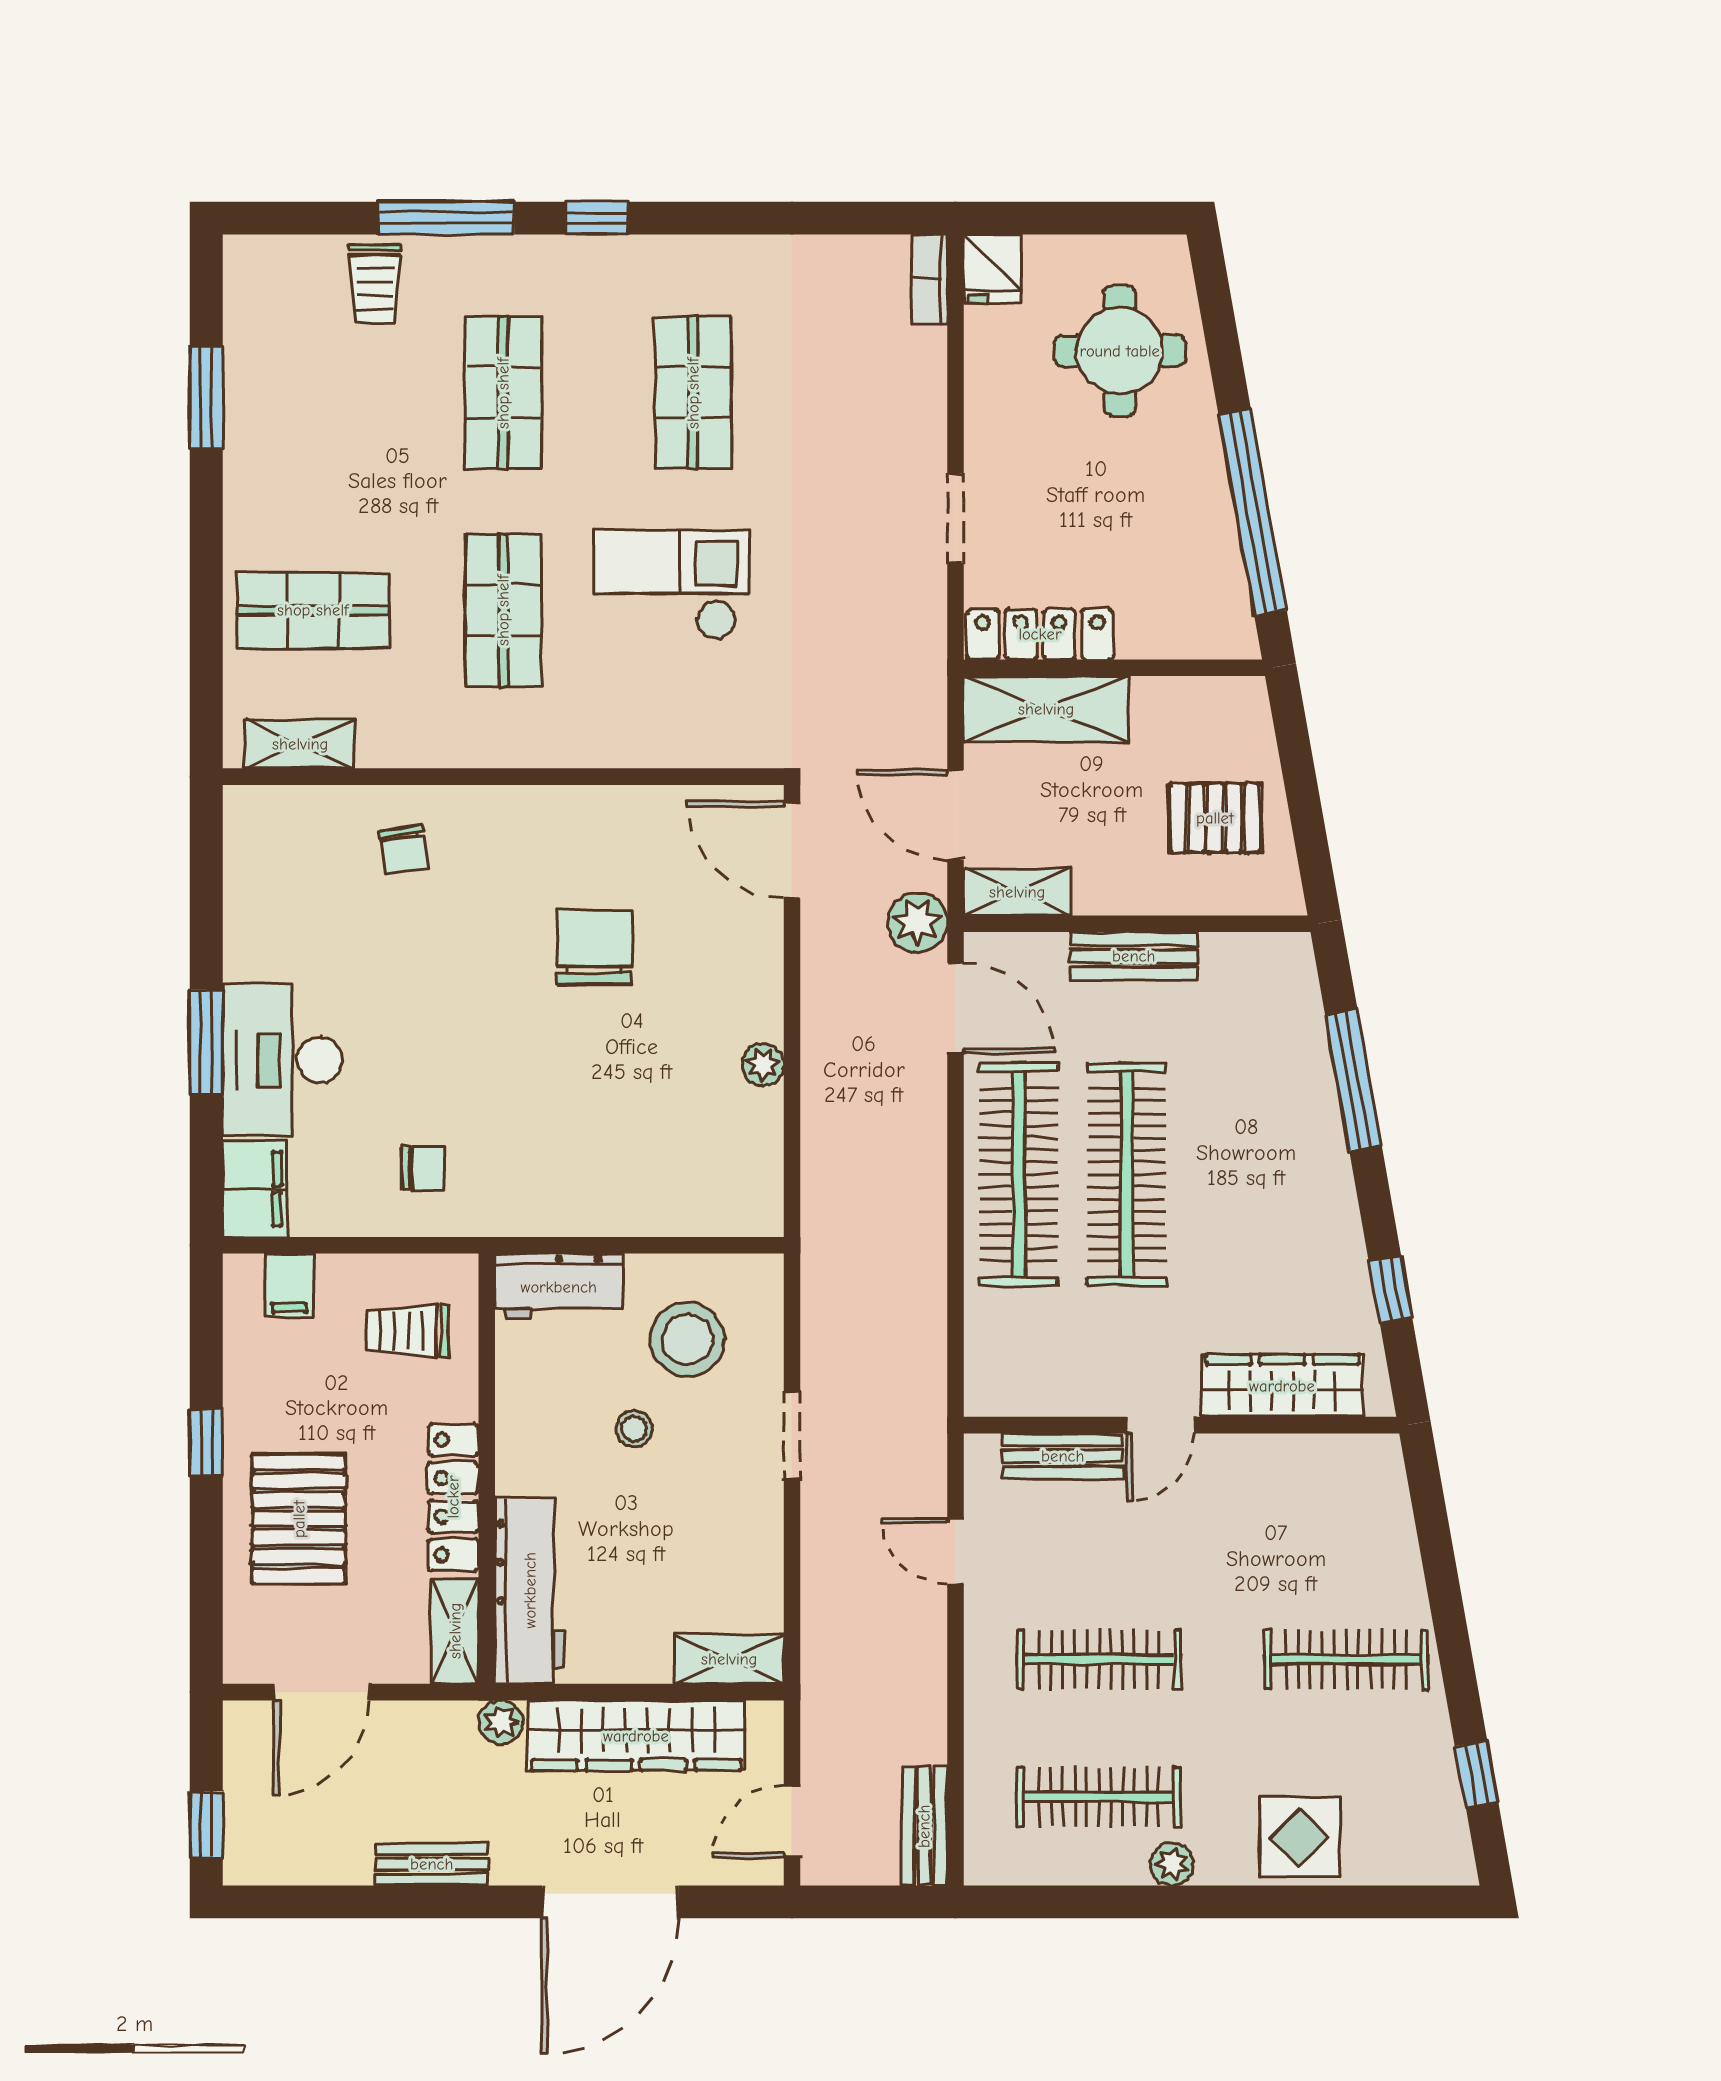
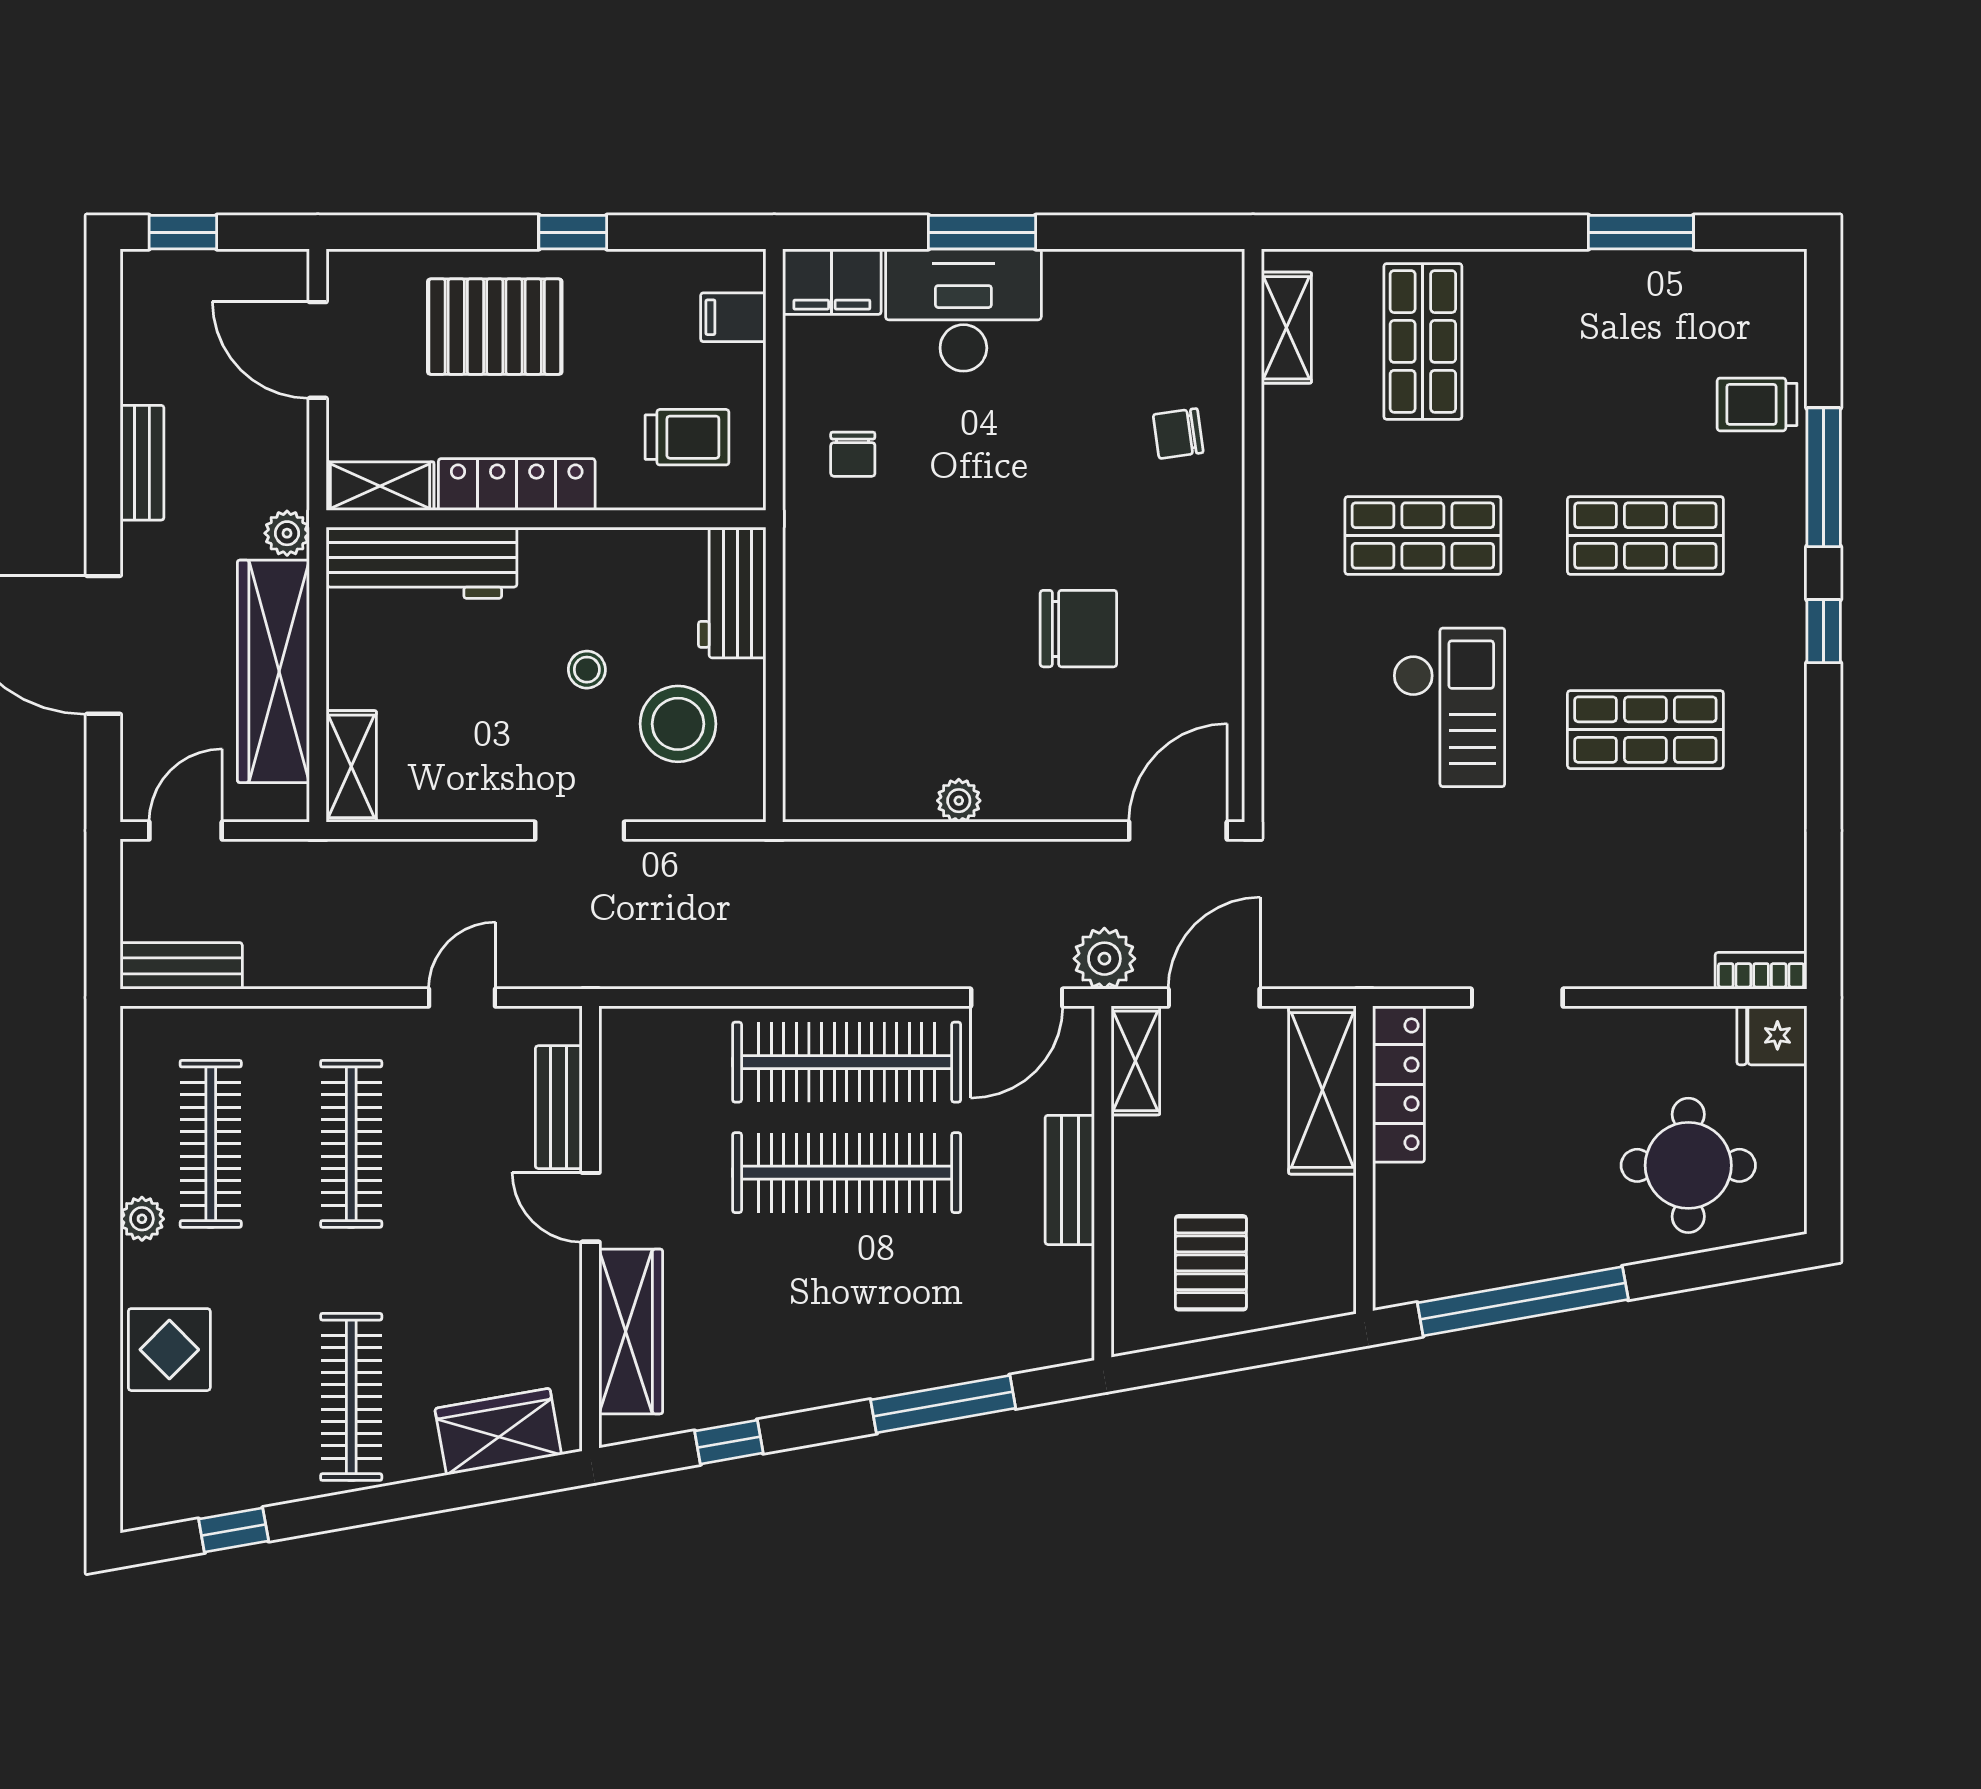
trolley: (407, 1331) -> (687, 437), turned 90
wardrobe: (1380, 1515) -> (498, 1432), added
door: (792, 1822) -> (186, 831), hinge flipped

